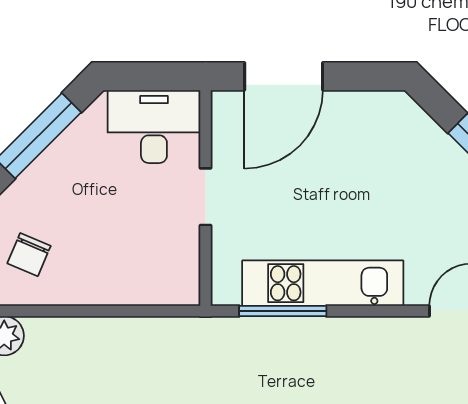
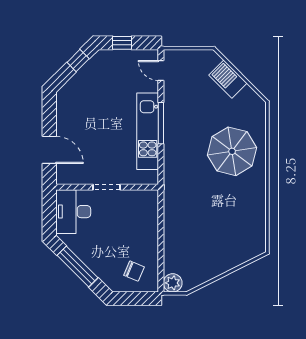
door: (284, 76) -> (49, 150), width x0.73
window: (283, 311) -> (161, 123), moved

